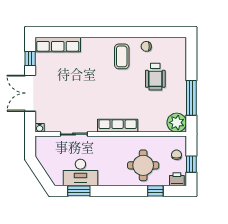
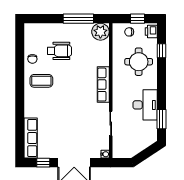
desk: (80, 172) -> (145, 105), moved

